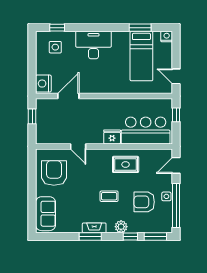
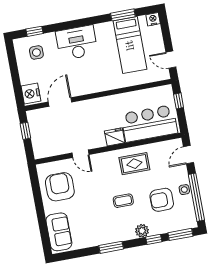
fireplace: (94, 228) -> (114, 237), removed

